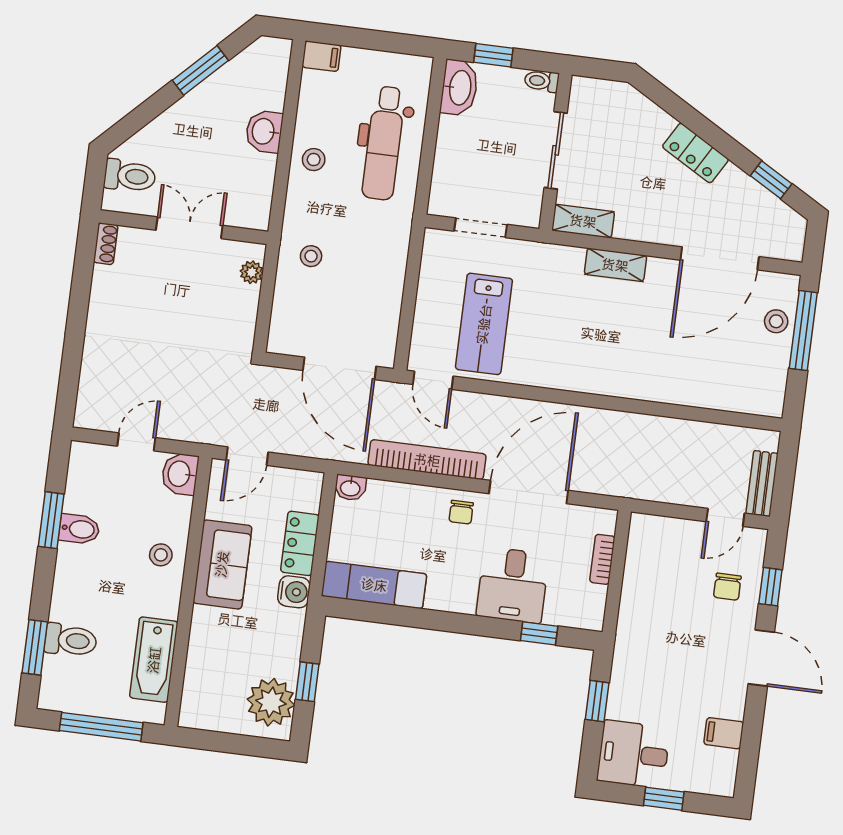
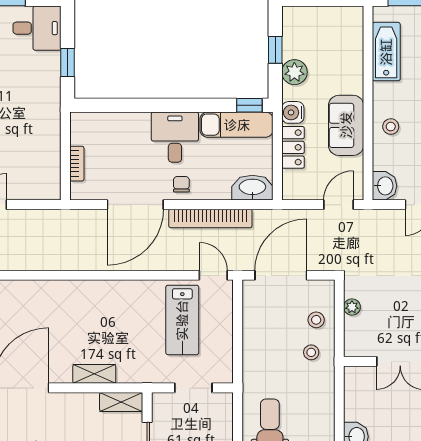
stool: (314, 160) -> (316, 320), moved
plant: (252, 272) -> (352, 307), moved
lab bench: (484, 324) -> (182, 320), turned 180
door: (340, 368) -> (281, 275), hinge flipped
washbasin: (350, 488) -> (252, 188), width x1.91, depth x1.45
desk: (513, 585) -> (175, 137), moved
window: (539, 633) -> (249, 105), moved
plant: (271, 702) -> (294, 72), moved, width x0.73, depth x0.73

